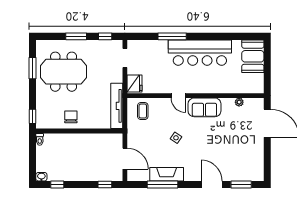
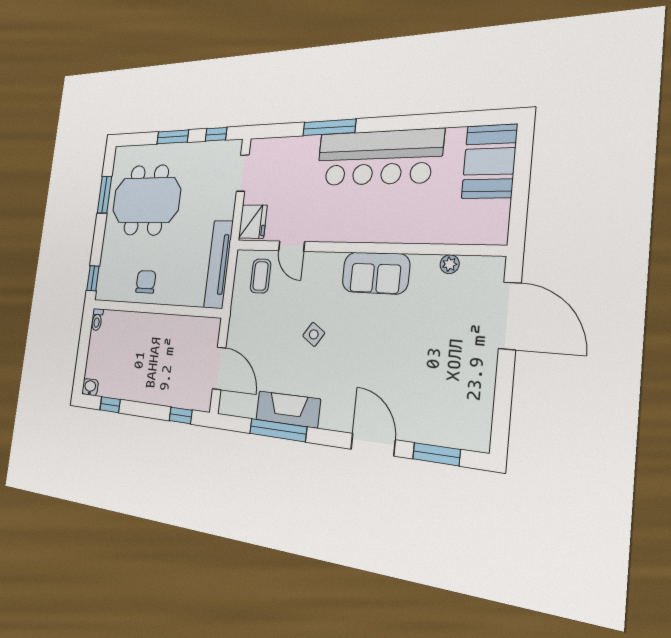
door: (178, 96) -> (291, 246), moved

